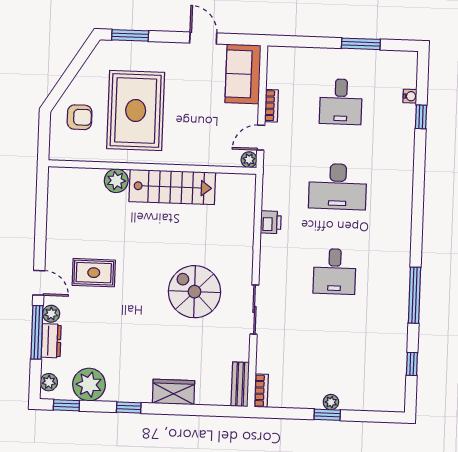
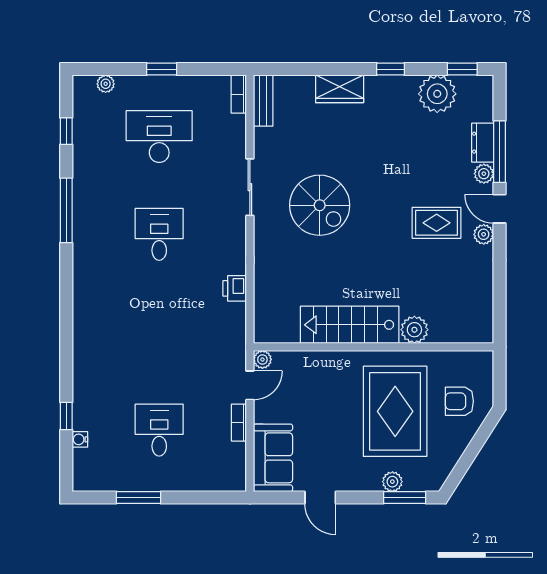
plant: (140, 50) -> (392, 482), added
desk: (338, 187) -> (159, 137), moved
plant: (49, 382) -> (484, 234), moved
plant: (331, 402) -> (106, 84), moved

